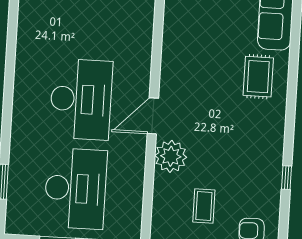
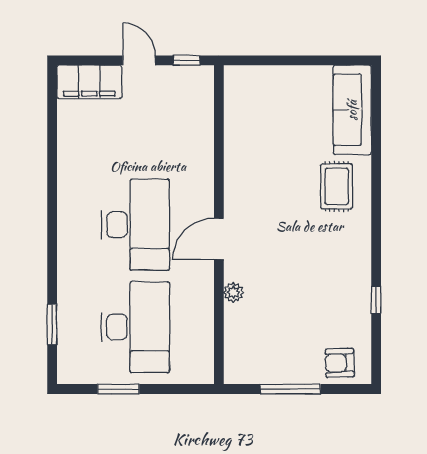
plant: (171, 156) -> (233, 292), width x0.53, depth x0.53
coffee table: (204, 206) -> (284, 338), removed

